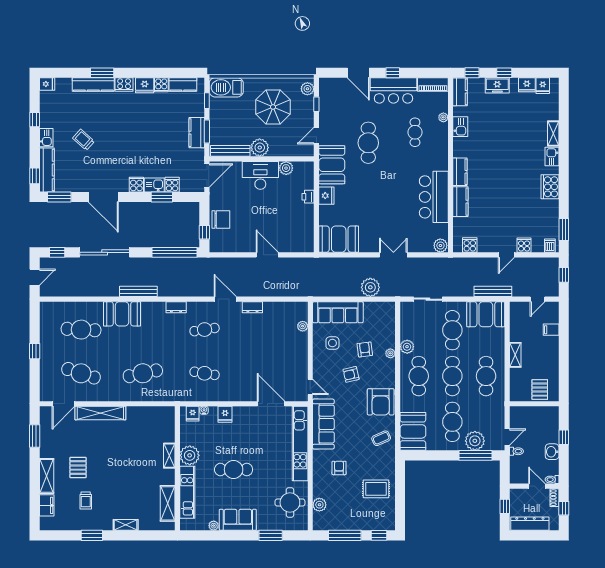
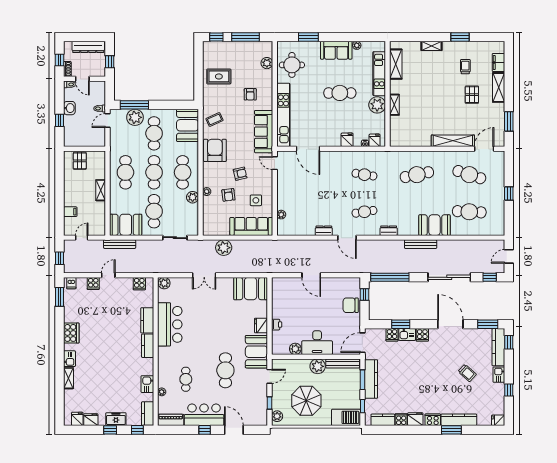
kitchen counter: (197, 133) -> (371, 379), width x1.50

